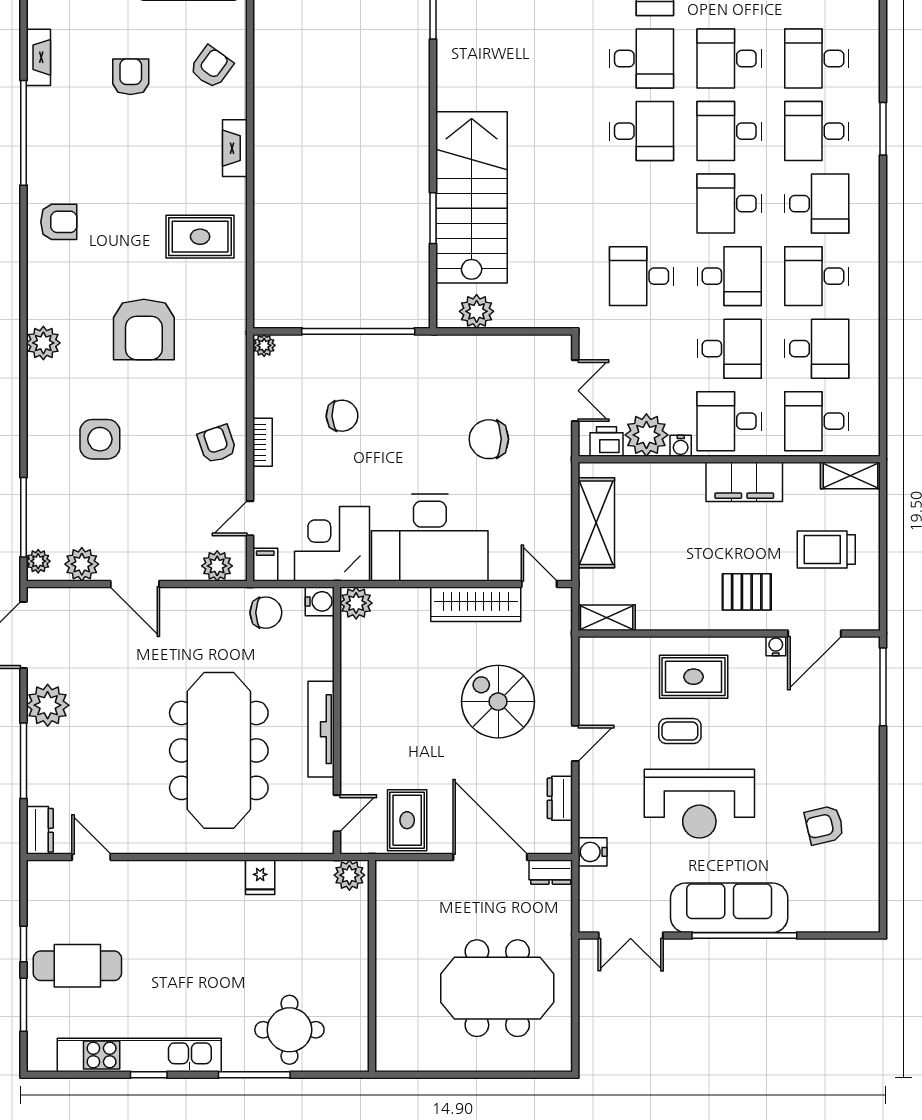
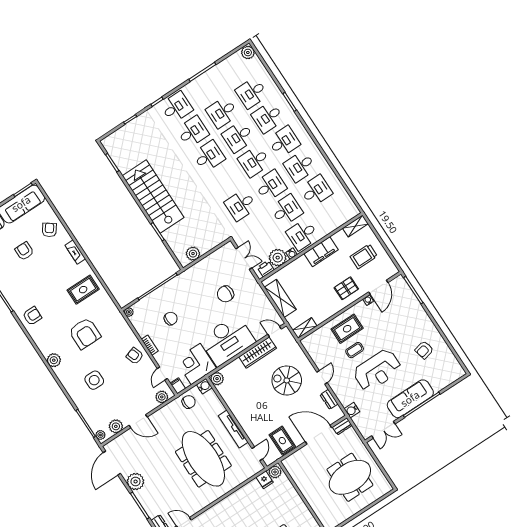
stairs: (472, 197) -> (153, 197), moved
desk: (817, 421) -> (332, 215), removed
fridge: (260, 877) -> (265, 480), moved

